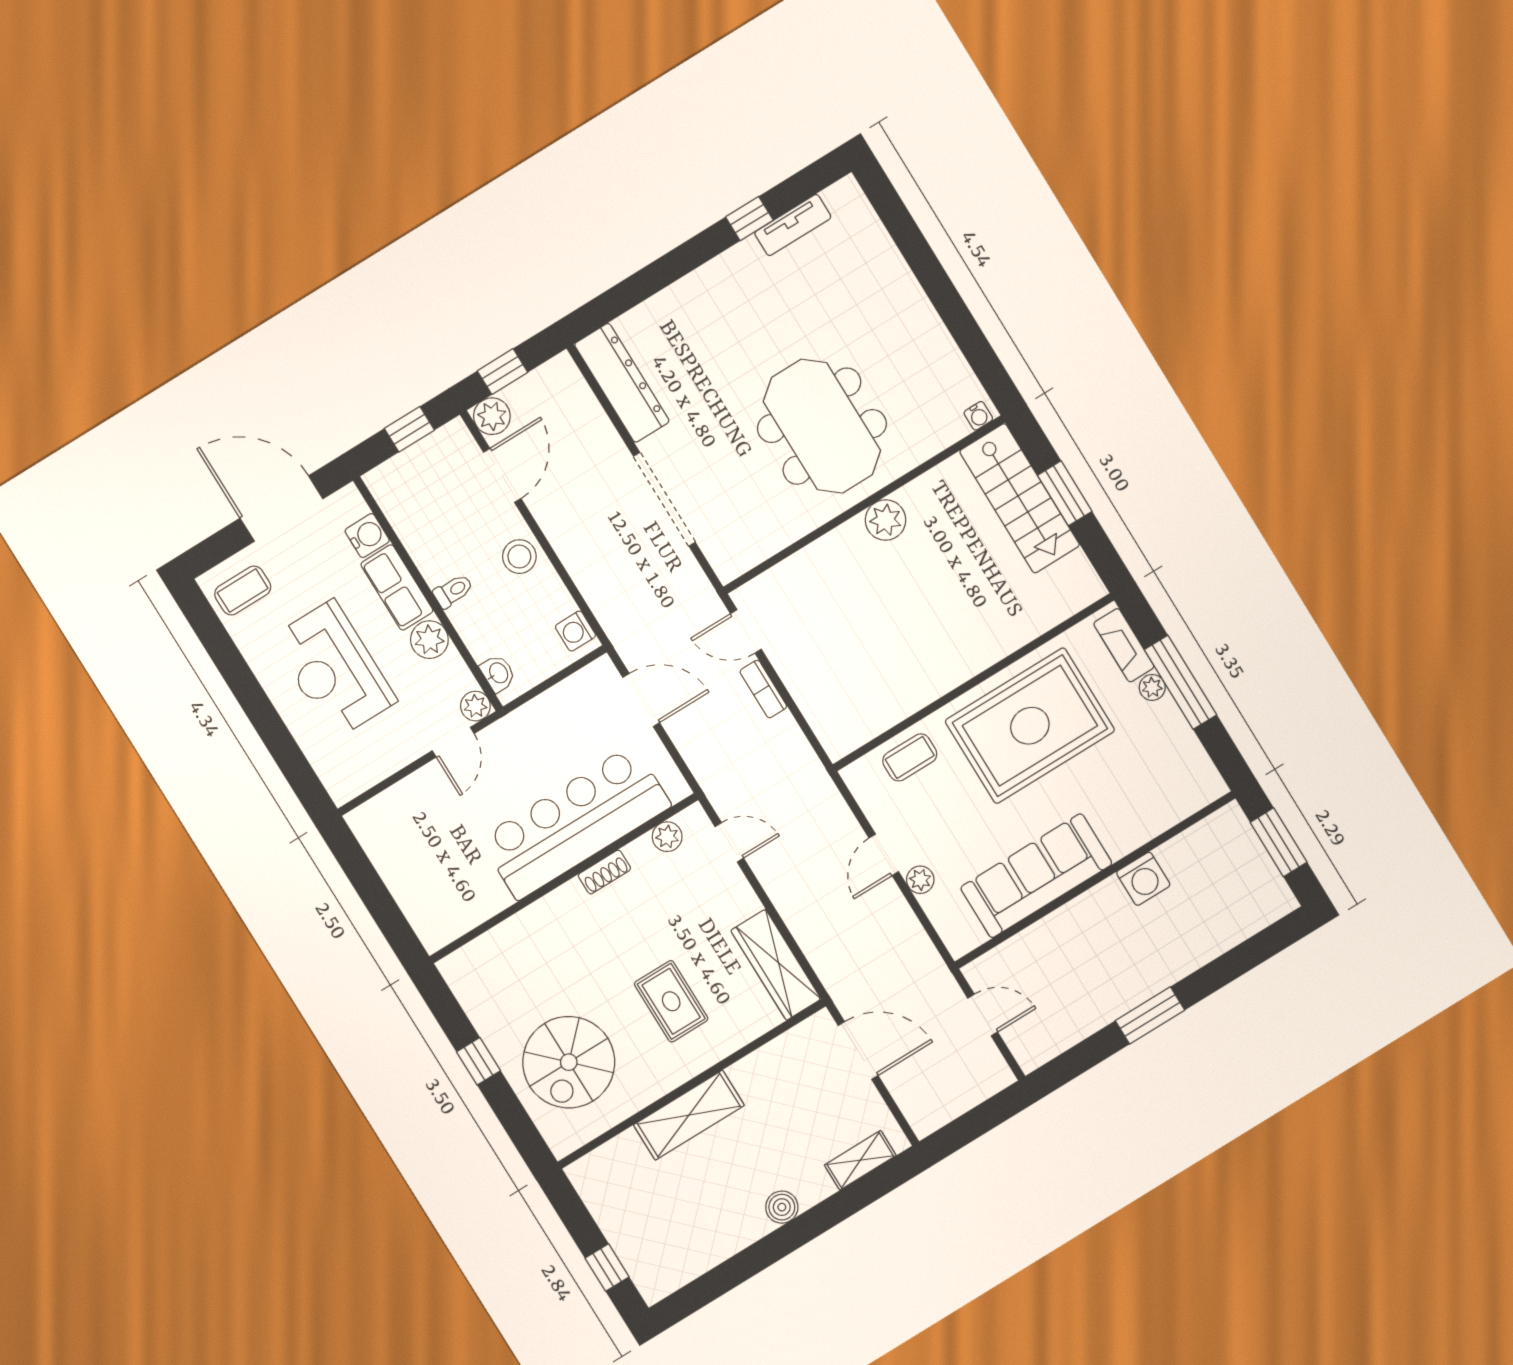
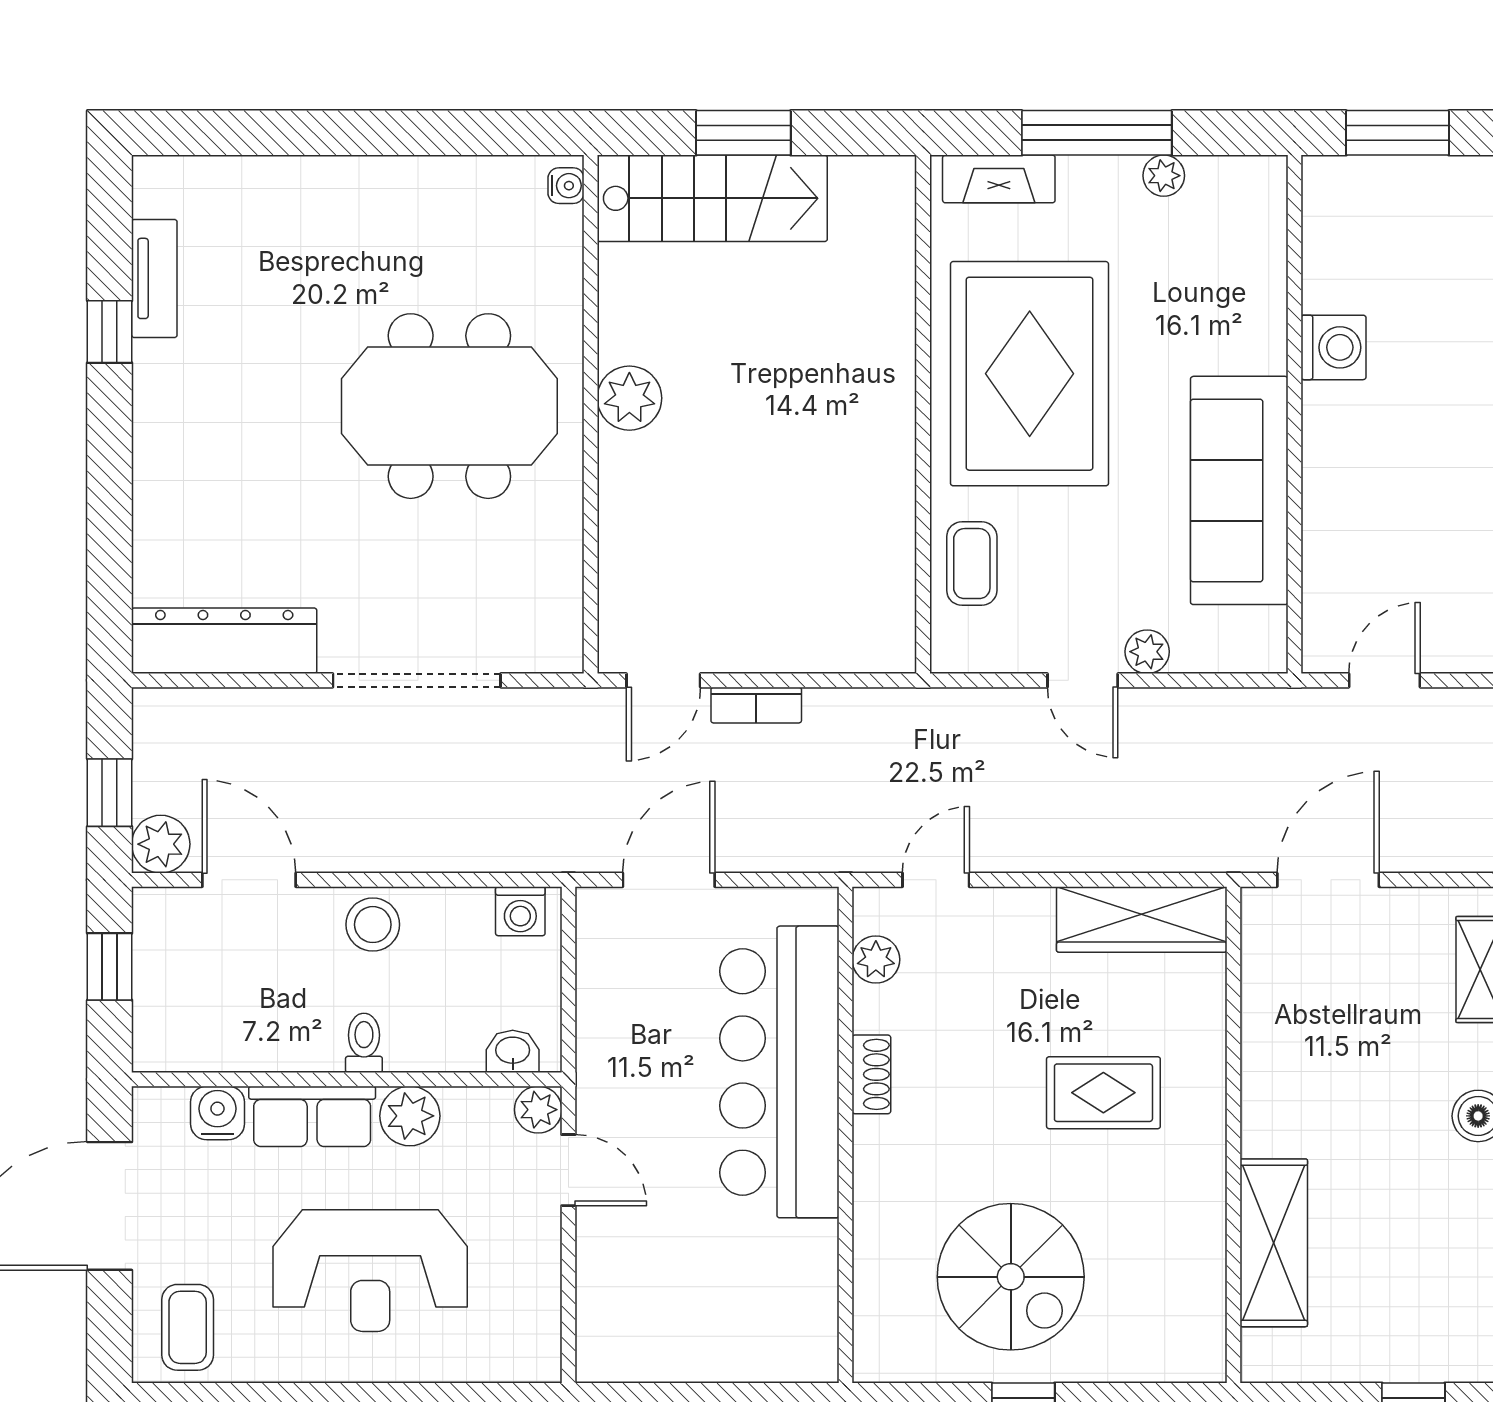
plant: (1152, 687) -> (1164, 176), moved
spiral stairs: (569, 1062) -> (1011, 1277), moved
shelving: (689, 1115) -> (1274, 1243), moved

